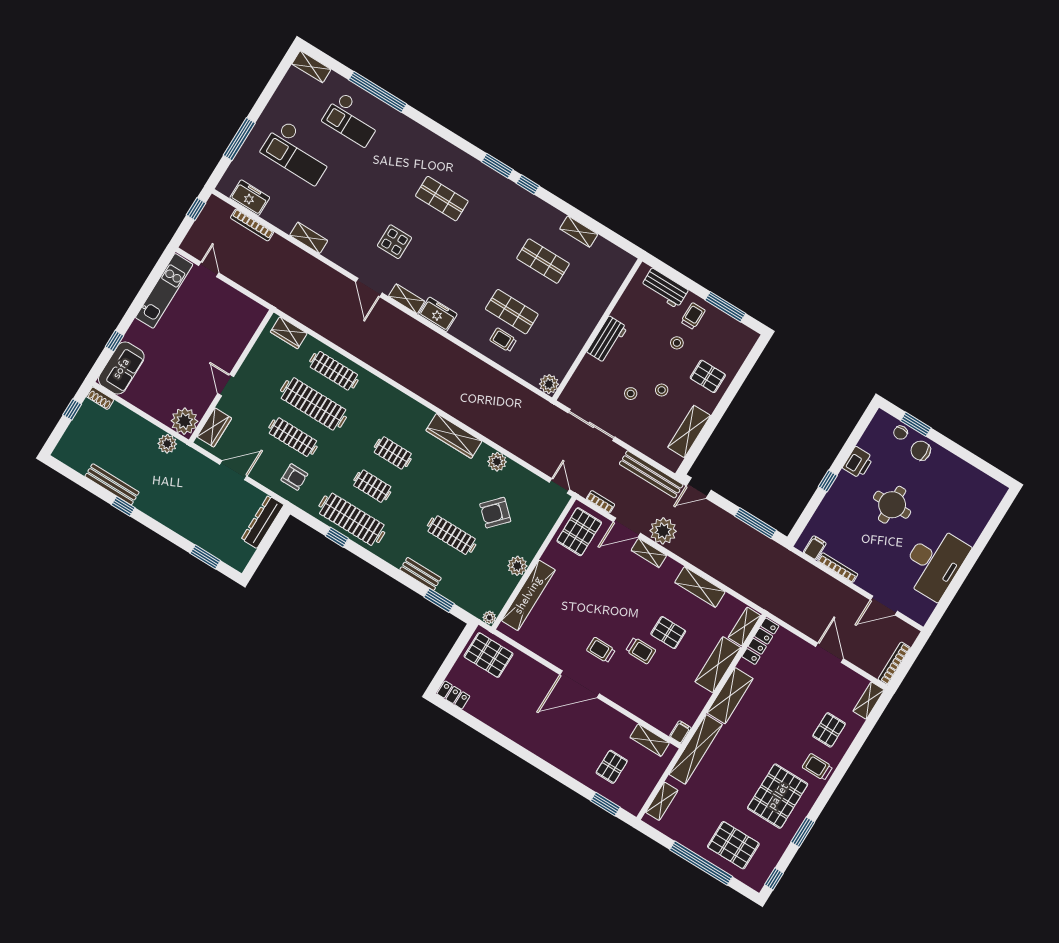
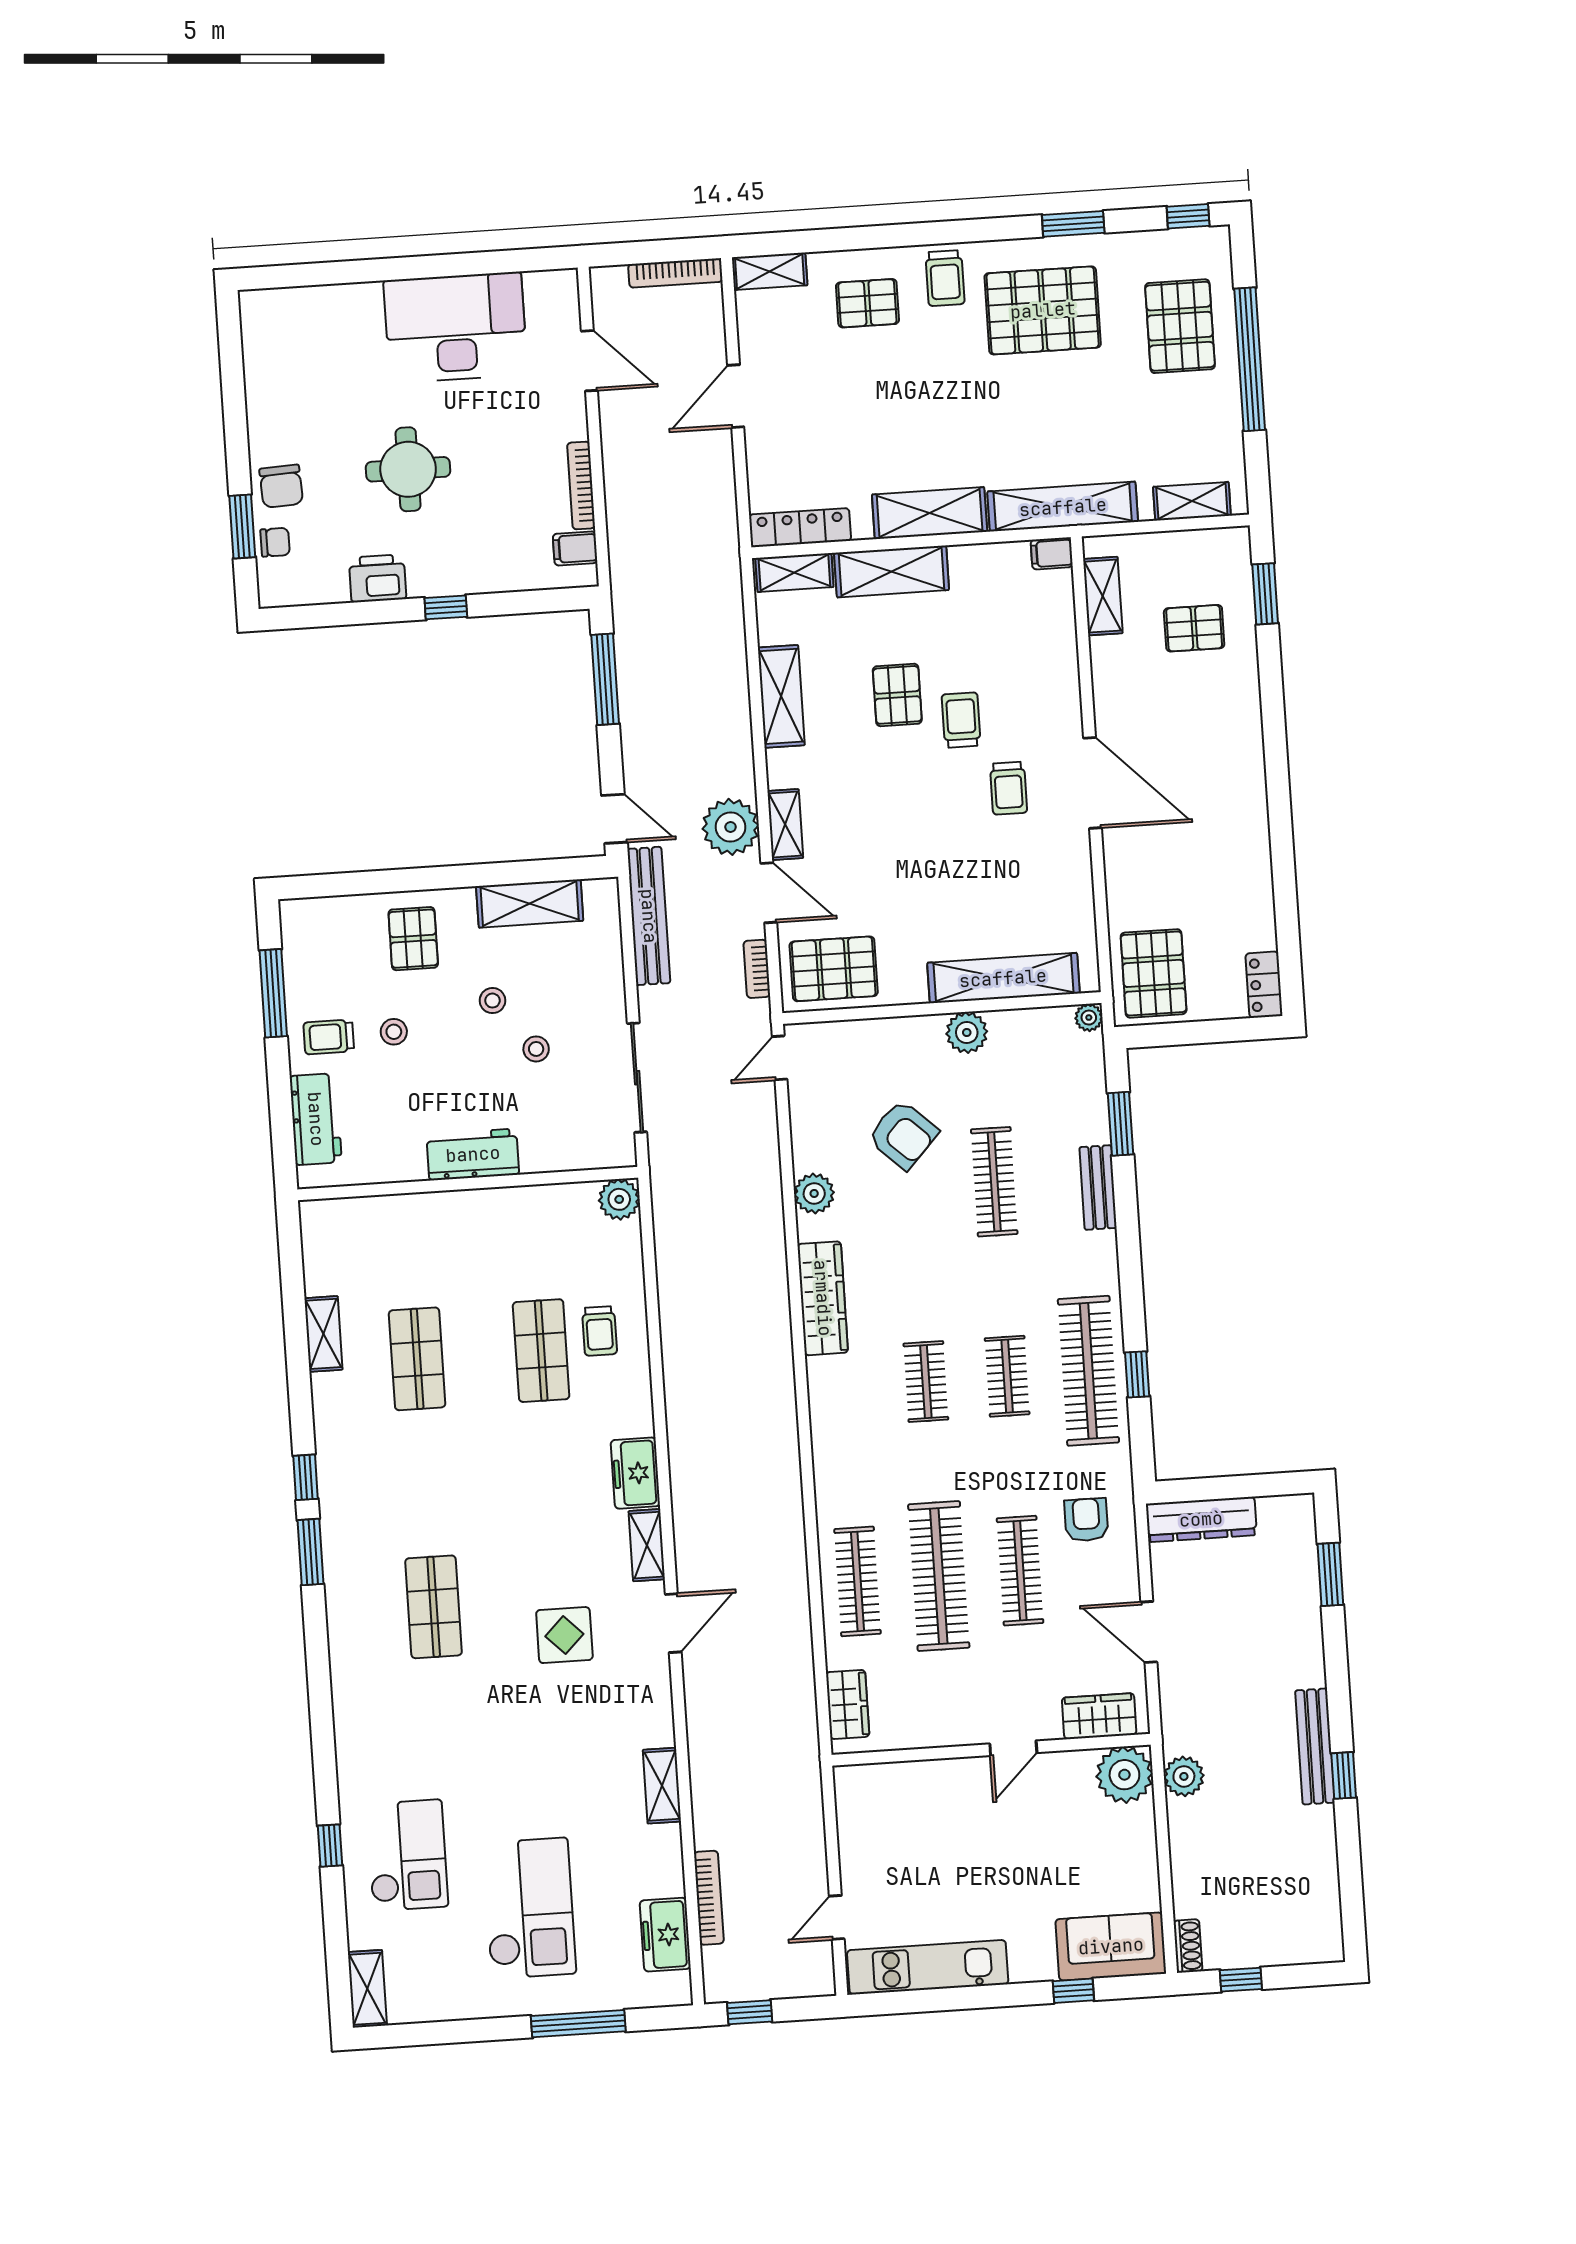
window: (378, 92) -> (330, 1846), width x0.32
bench: (112, 484) -> (1315, 1746), moved

